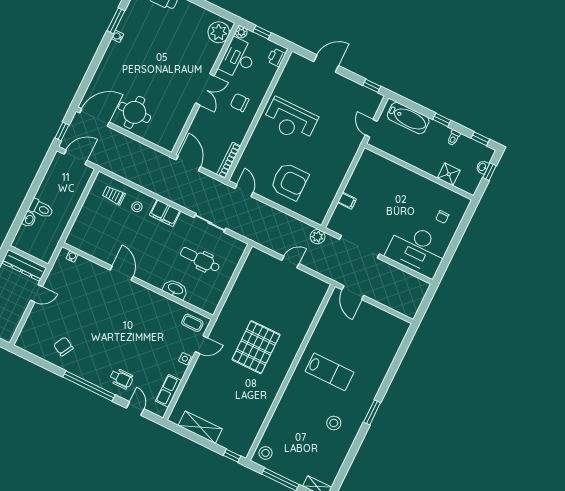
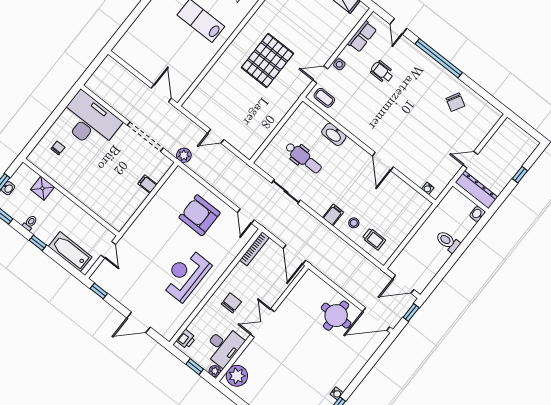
chair: (240, 102) -> (231, 303), turned -90
reception desk: (290, 120) -> (186, 275), turned -90
filing cabinet: (165, 213) -> (333, 215), width x0.50
washbasin: (29, 219) -> (477, 214), moved
wheelchair: (121, 379) -> (382, 72), moved

